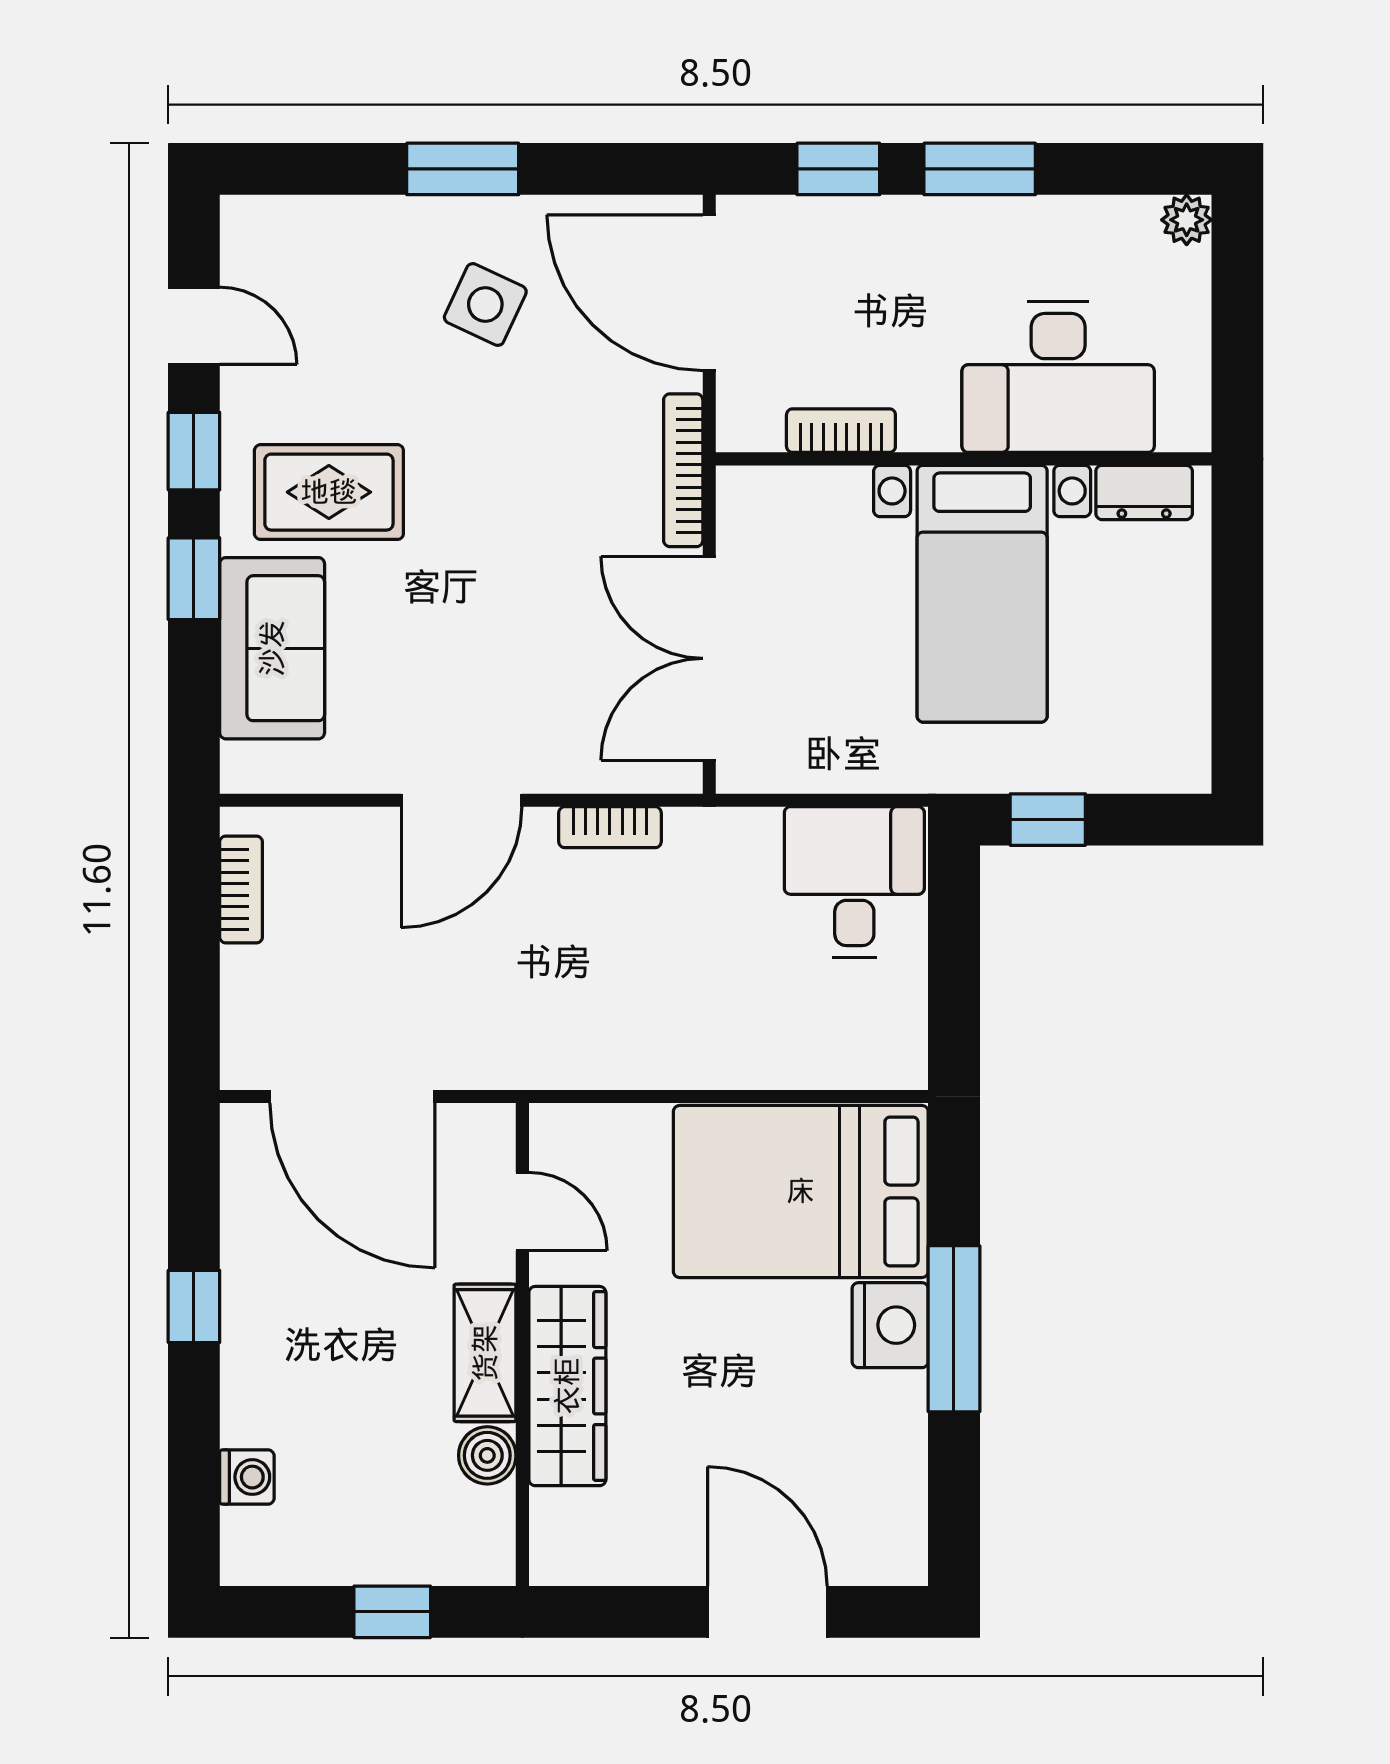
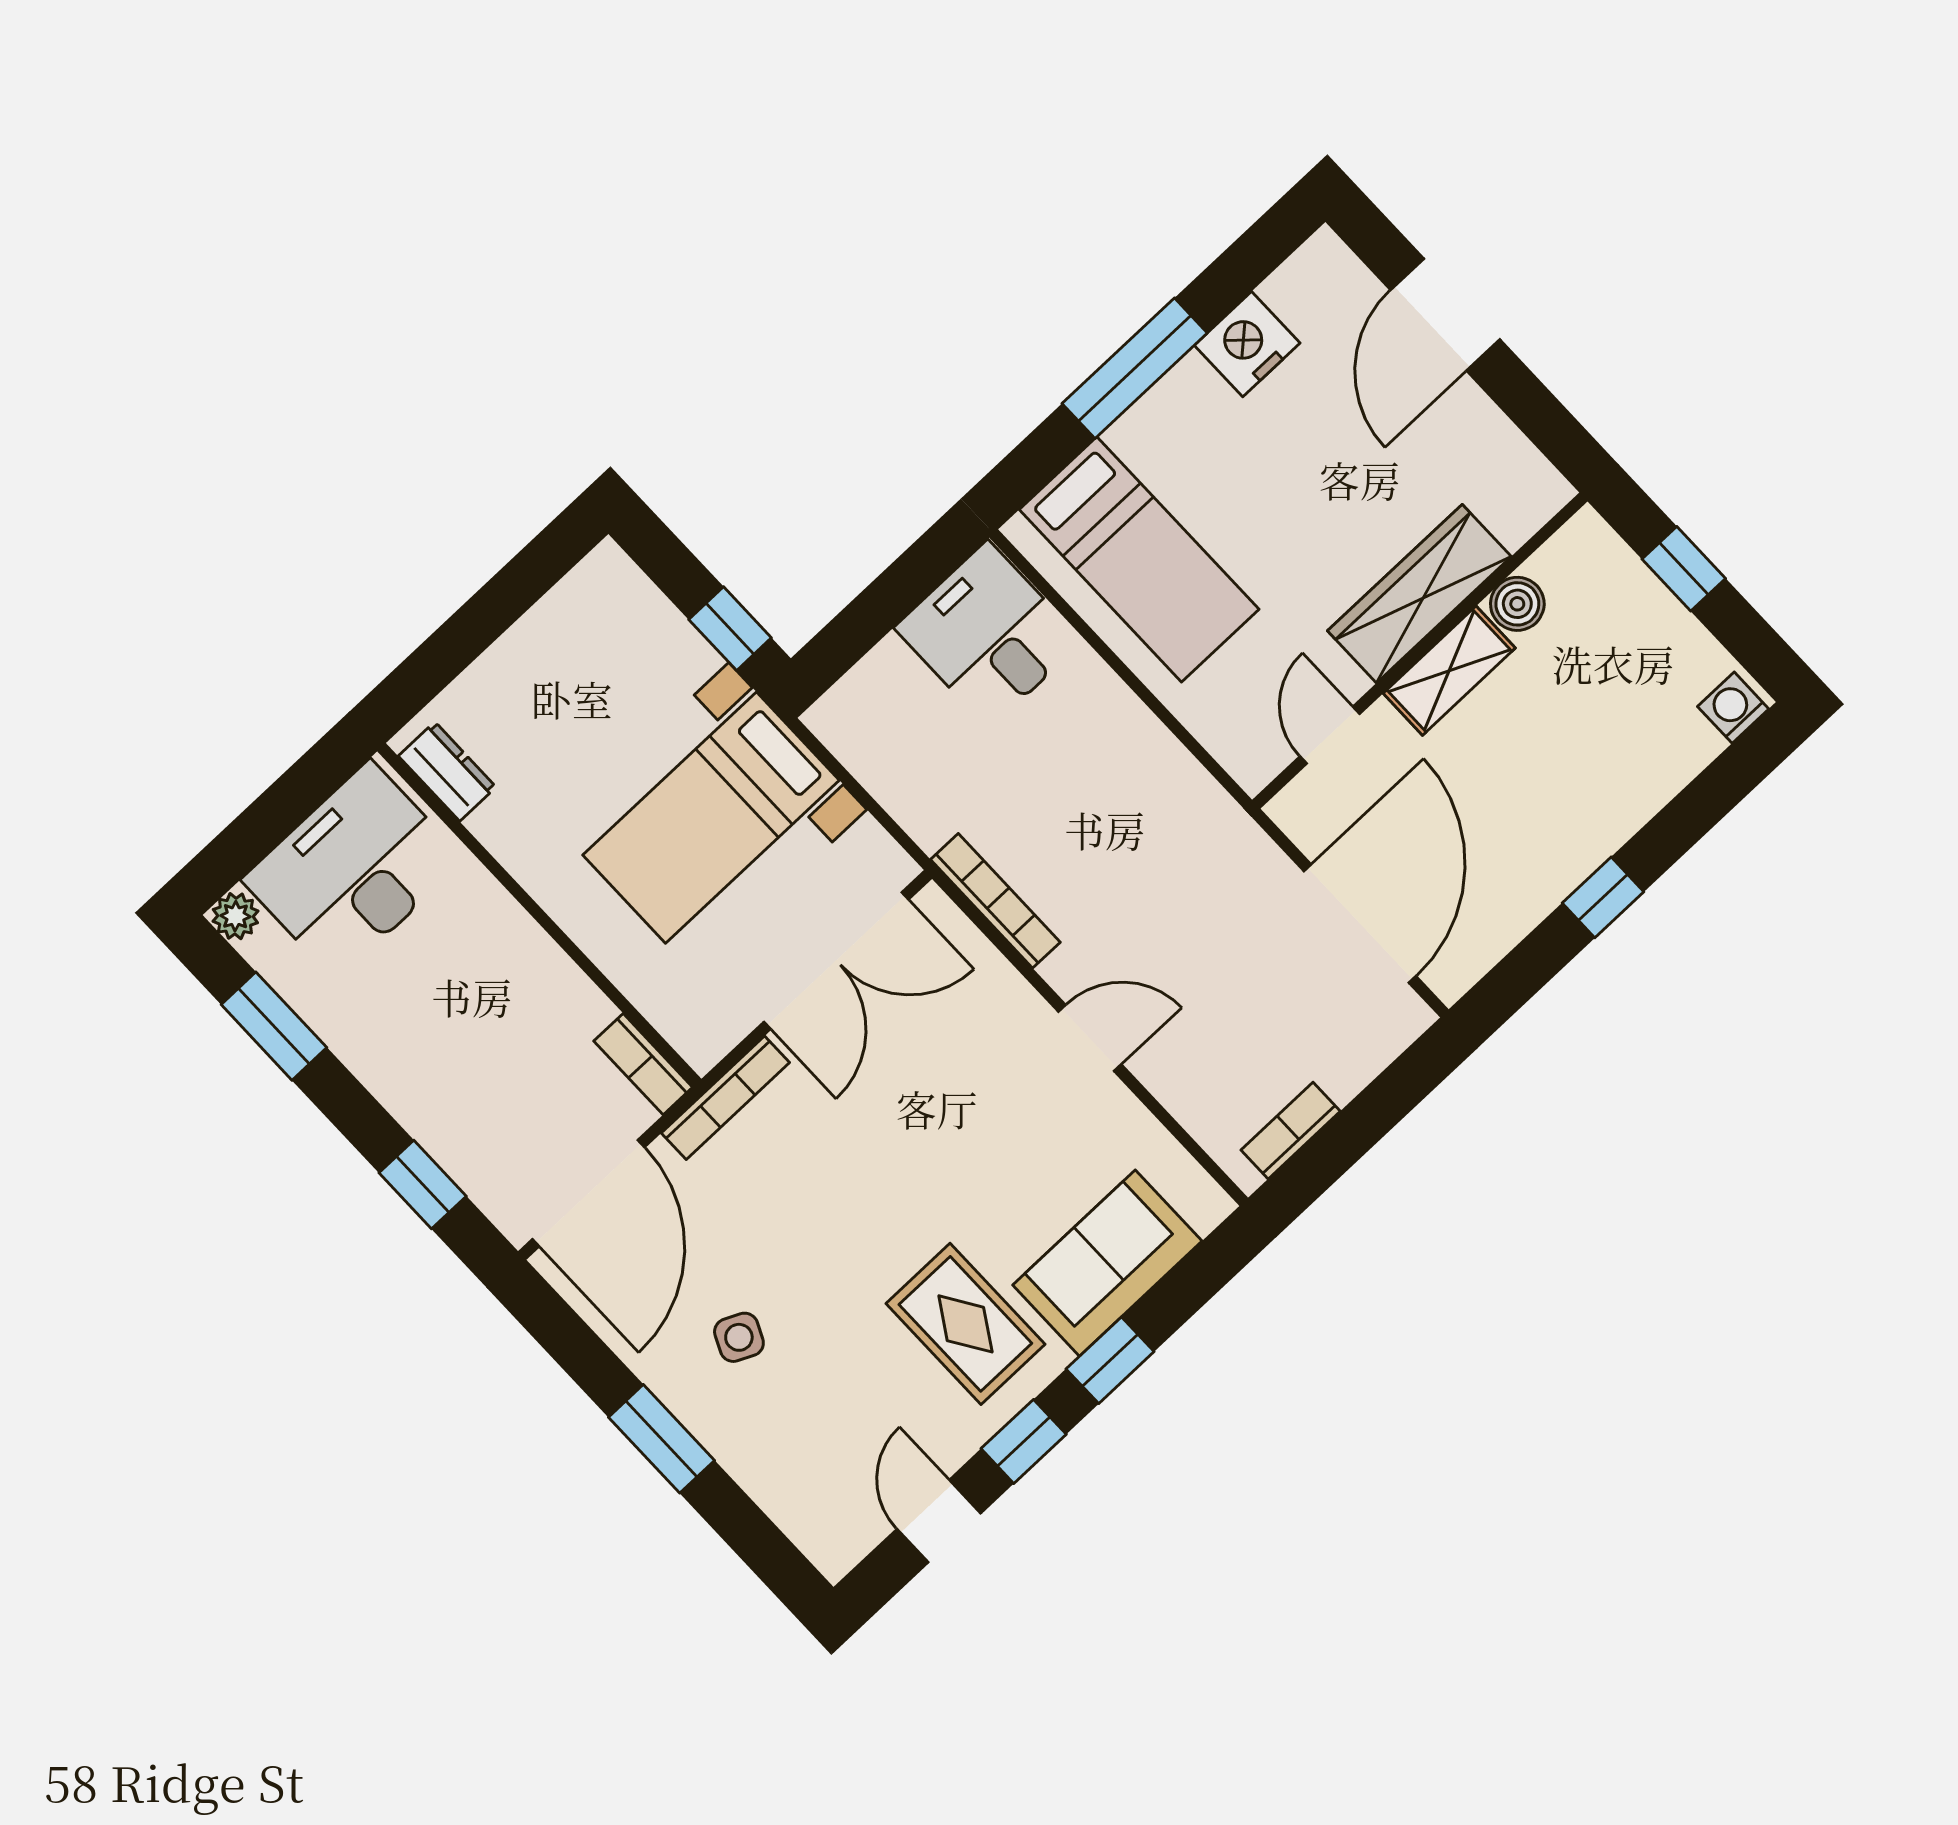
window: (980, 169) -> (274, 1026), moved
side table: (485, 305) -> (739, 1337), width x0.73, depth x0.73
desk: (1058, 377) -> (353, 870), moved, turned -90
bookcase: (841, 431) -> (643, 1064), moved
bed with nightstands: (982, 594) -> (711, 818), moved, turned 180
door: (462, 800) -> (1090, 1038), width x0.73
bookcase: (610, 827) -> (995, 901), width x1.56
desk: (854, 882) -> (989, 635), moved, turned 90
bed: (801, 1191) -> (1139, 559), width x0.67
nightstand: (890, 1325) -> (1247, 344), moved
washing machine: (247, 1477) -> (1733, 708), moved

